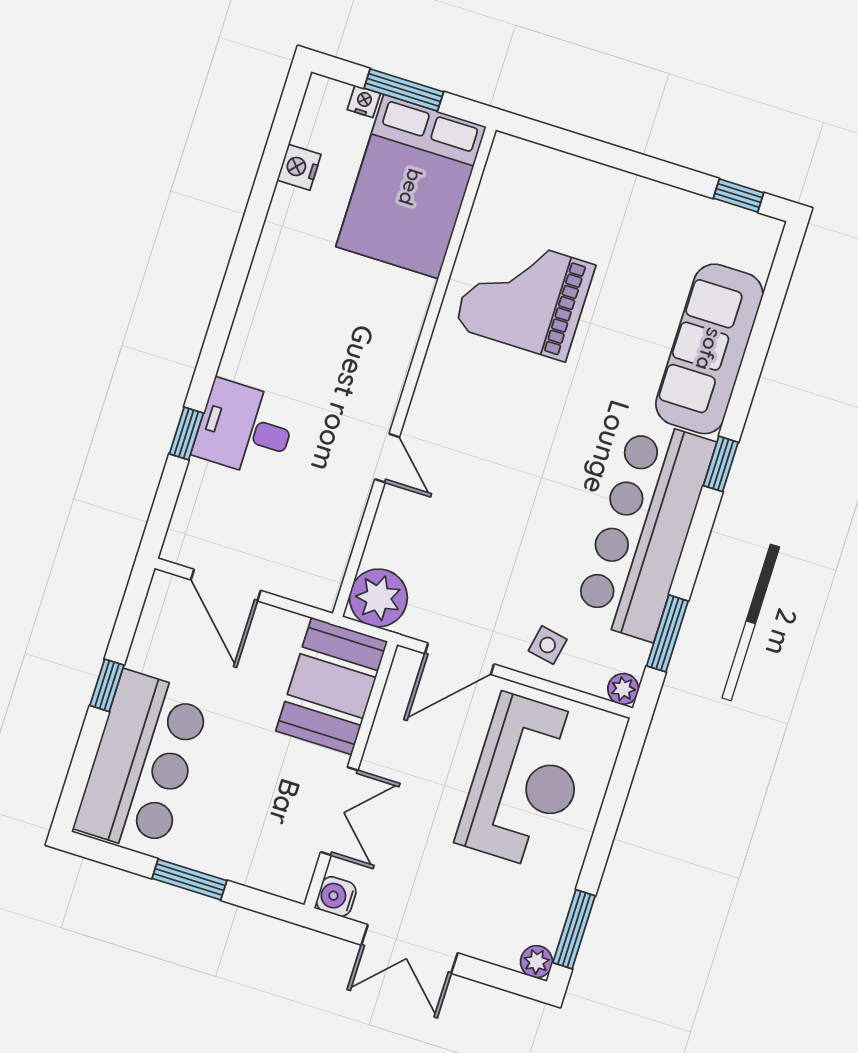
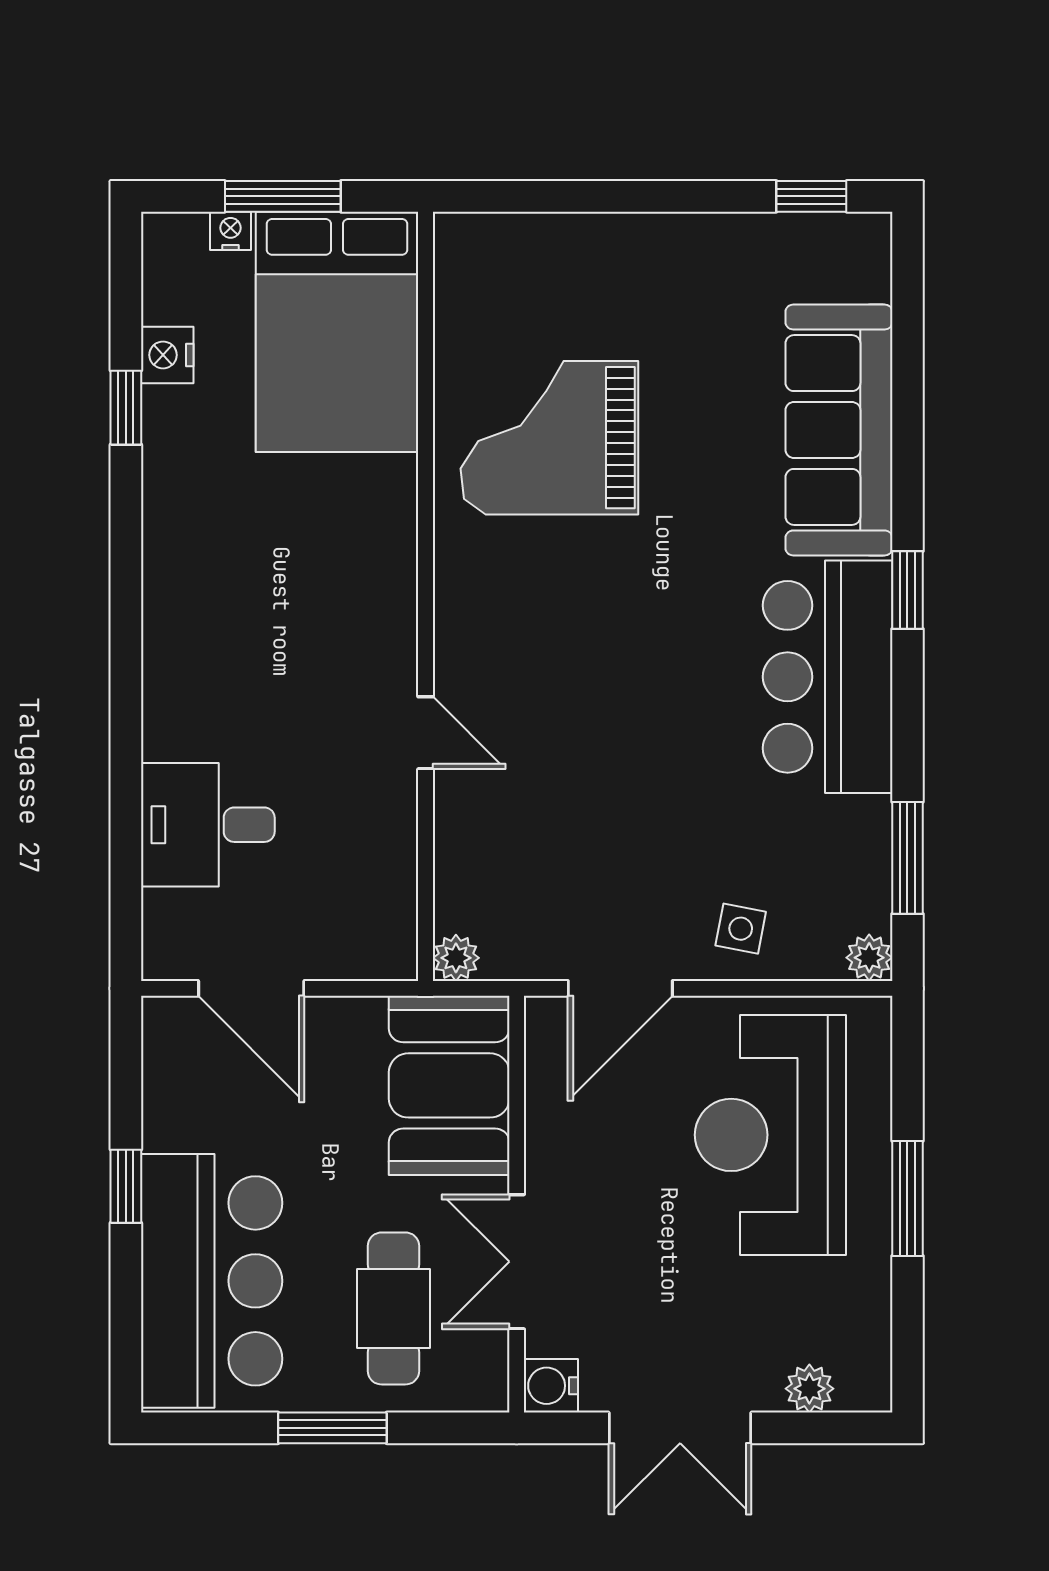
desk: (245, 429) -> (208, 825), moved
window: (186, 433) -> (126, 408), moved
bar counter: (644, 530) -> (828, 677), width x0.73
plant: (378, 598) -> (456, 958), width x0.53, depth x0.53
reception desk: (525, 782) -> (770, 1135), turned 180
double door: (339, 811) -> (517, 1262), swing flipped
cafe table: (252, 816) -> (393, 1308), added
window: (574, 929) -> (907, 1198), moved
plant: (537, 962) -> (809, 1389), moved

